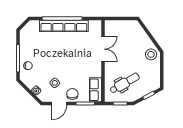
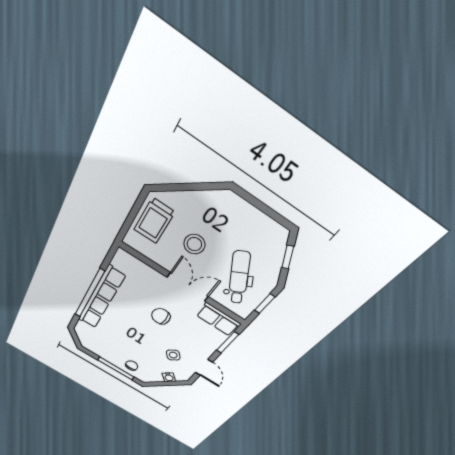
trolley: (125, 30) -> (154, 221), added
double door: (103, 49) -> (188, 287), moved
stool: (151, 54) -> (194, 244), moved
chair: (72, 94) -> (161, 316), moved

